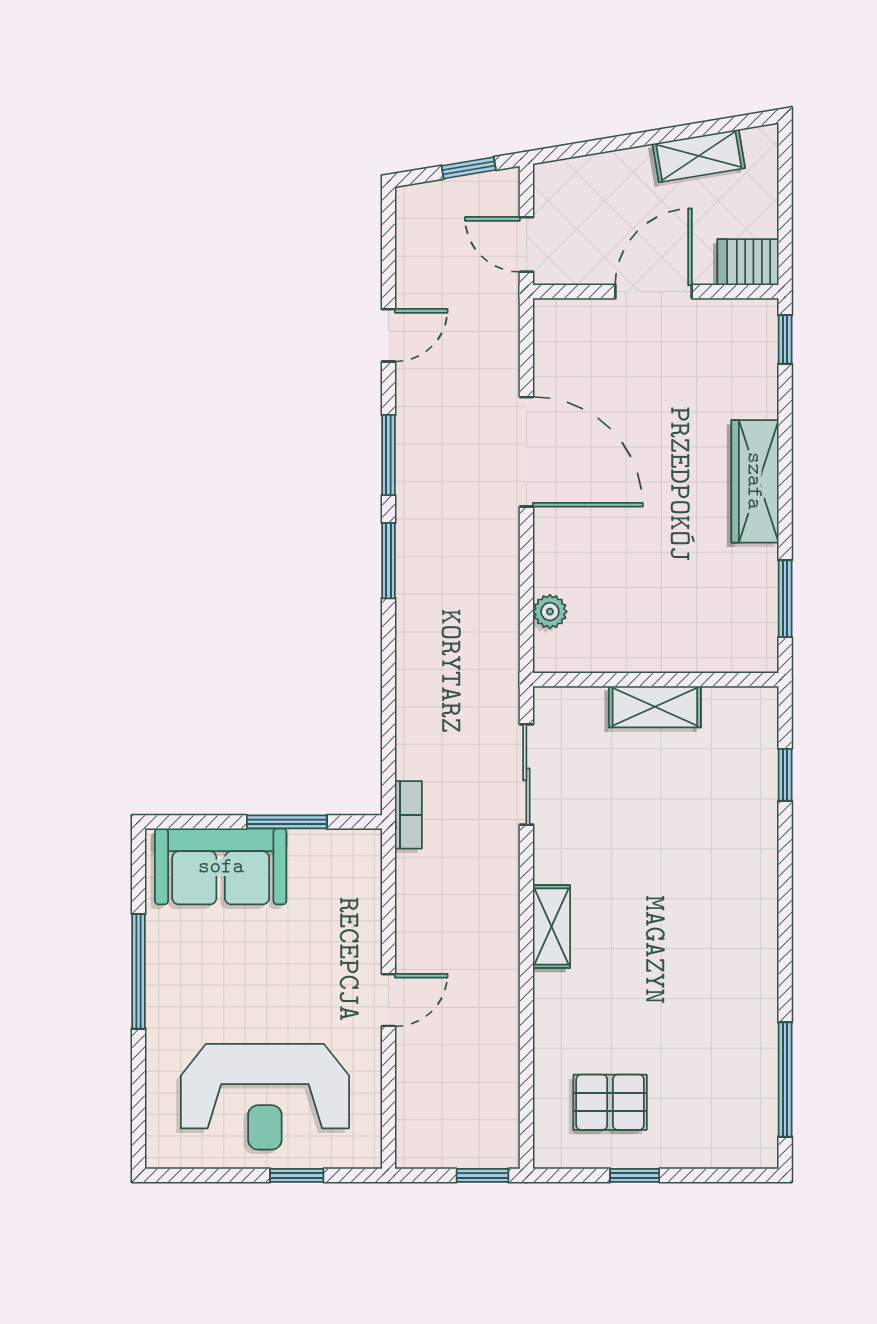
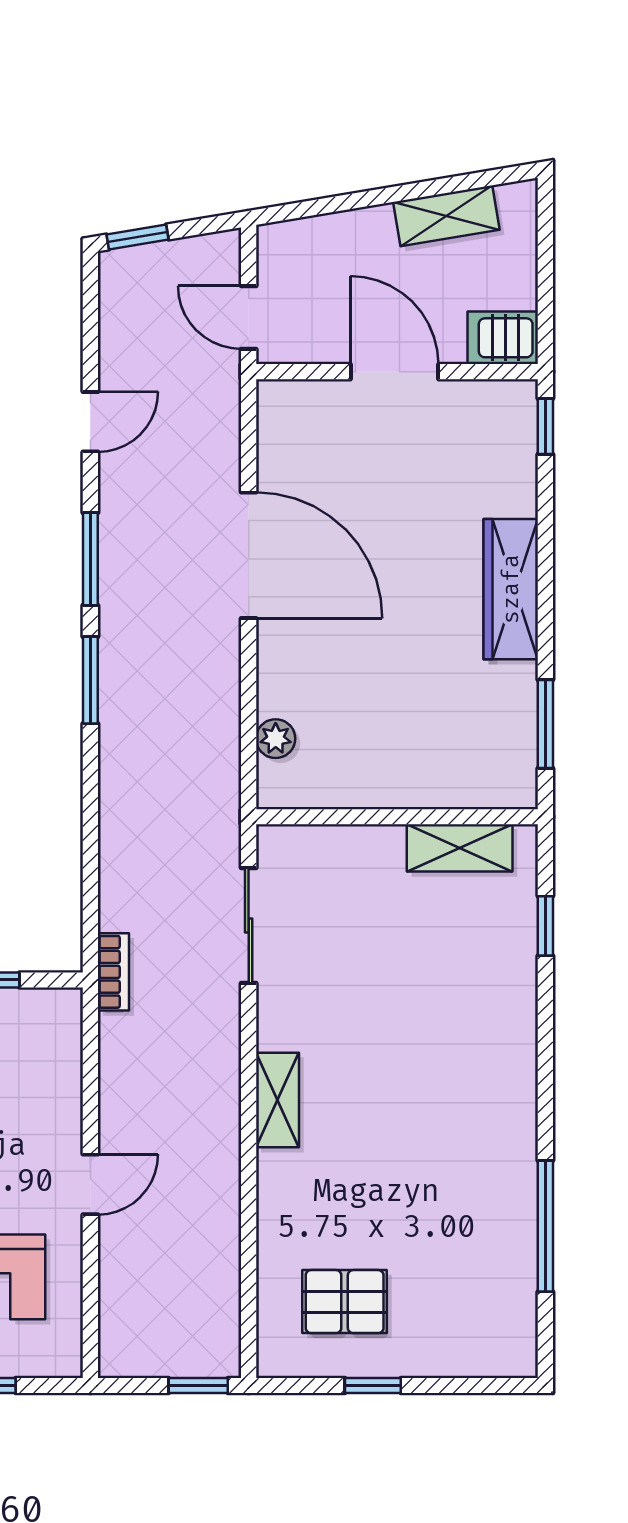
window: (469, 168) -> (137, 237), moved
door: (654, 292) -> (395, 372), hinge flipped
shelving: (655, 707) -> (460, 848), moved
window: (785, 1079) -> (545, 1226), moved

